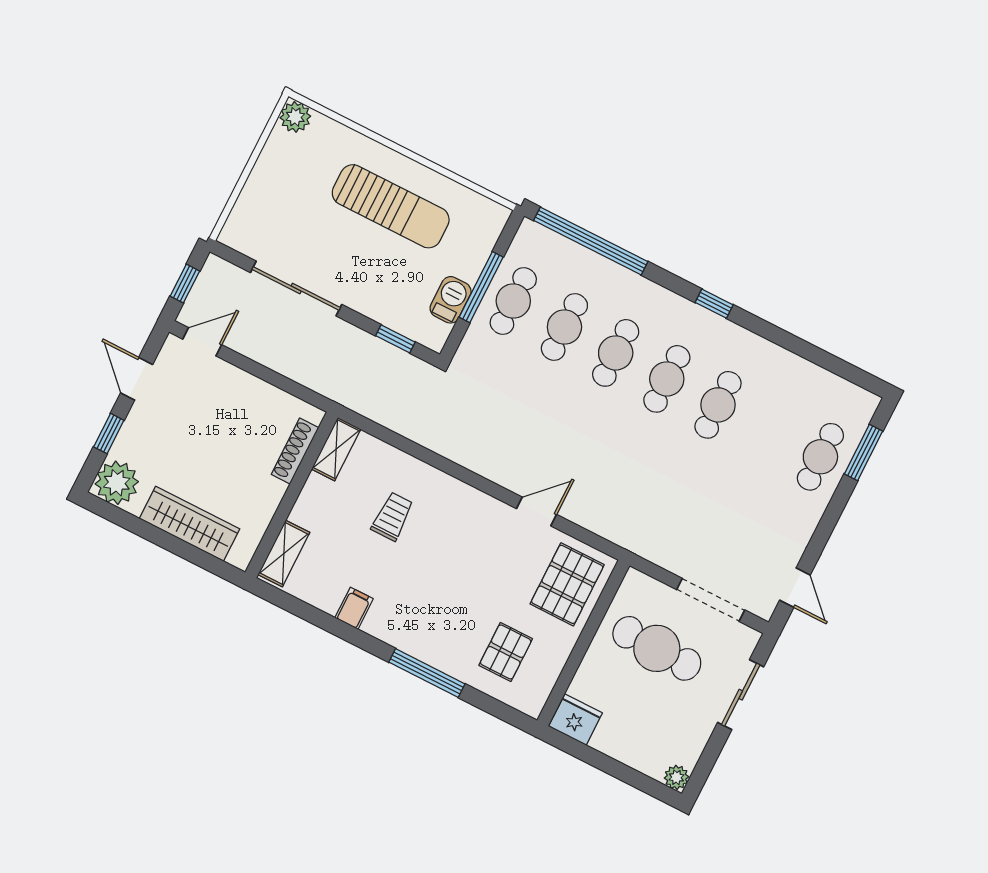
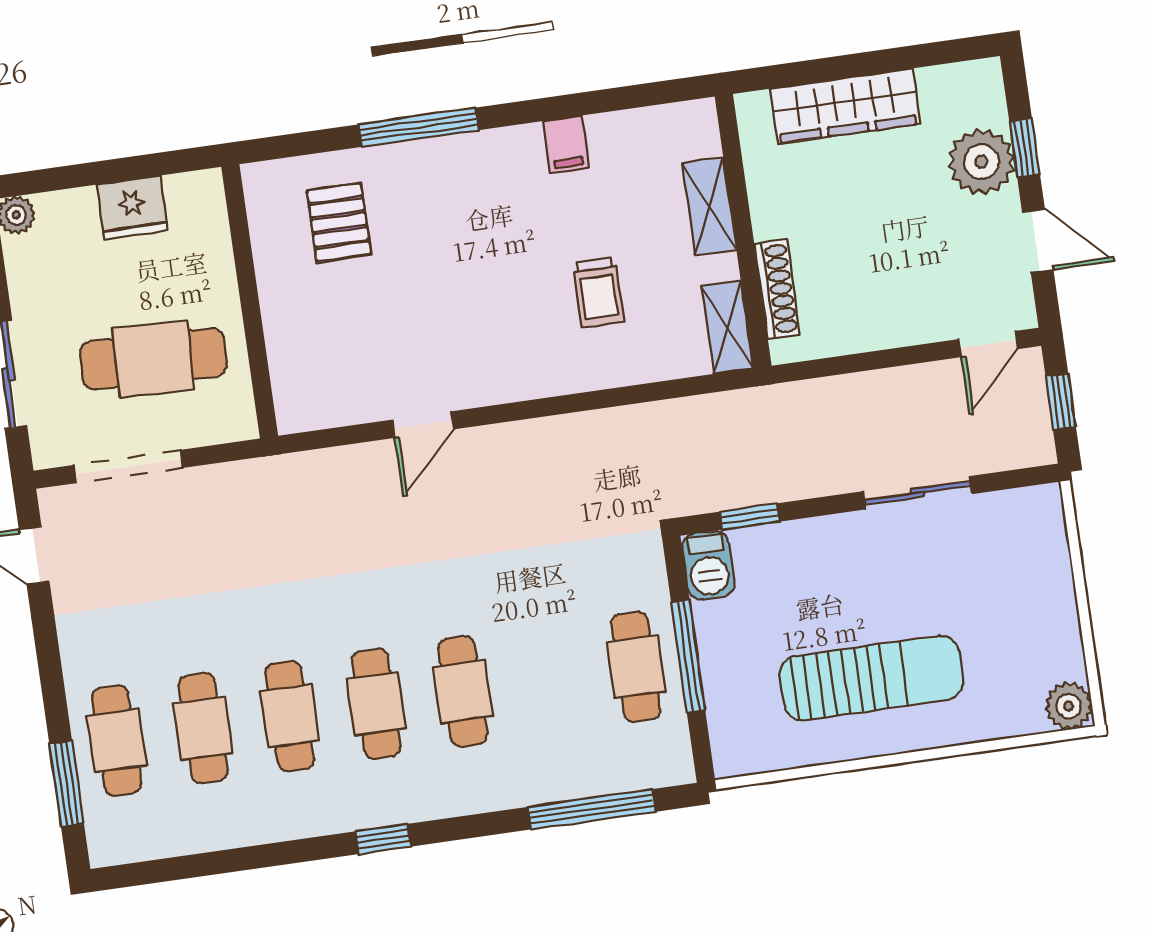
sun lounger: (391, 206) -> (871, 678), turned 180
window: (591, 241) -> (592, 809), width x0.68
sliding door: (296, 289) -> (918, 493), width x0.73
barbecue: (451, 300) -> (708, 565), moved
cafe table: (564, 327) -> (203, 728), moved
plant: (117, 483) -> (981, 162), moved
shelving: (284, 553) -> (709, 206), moved
pallet: (567, 584) -> (321, 360), removed
fridge: (575, 720) -> (132, 207), moved

